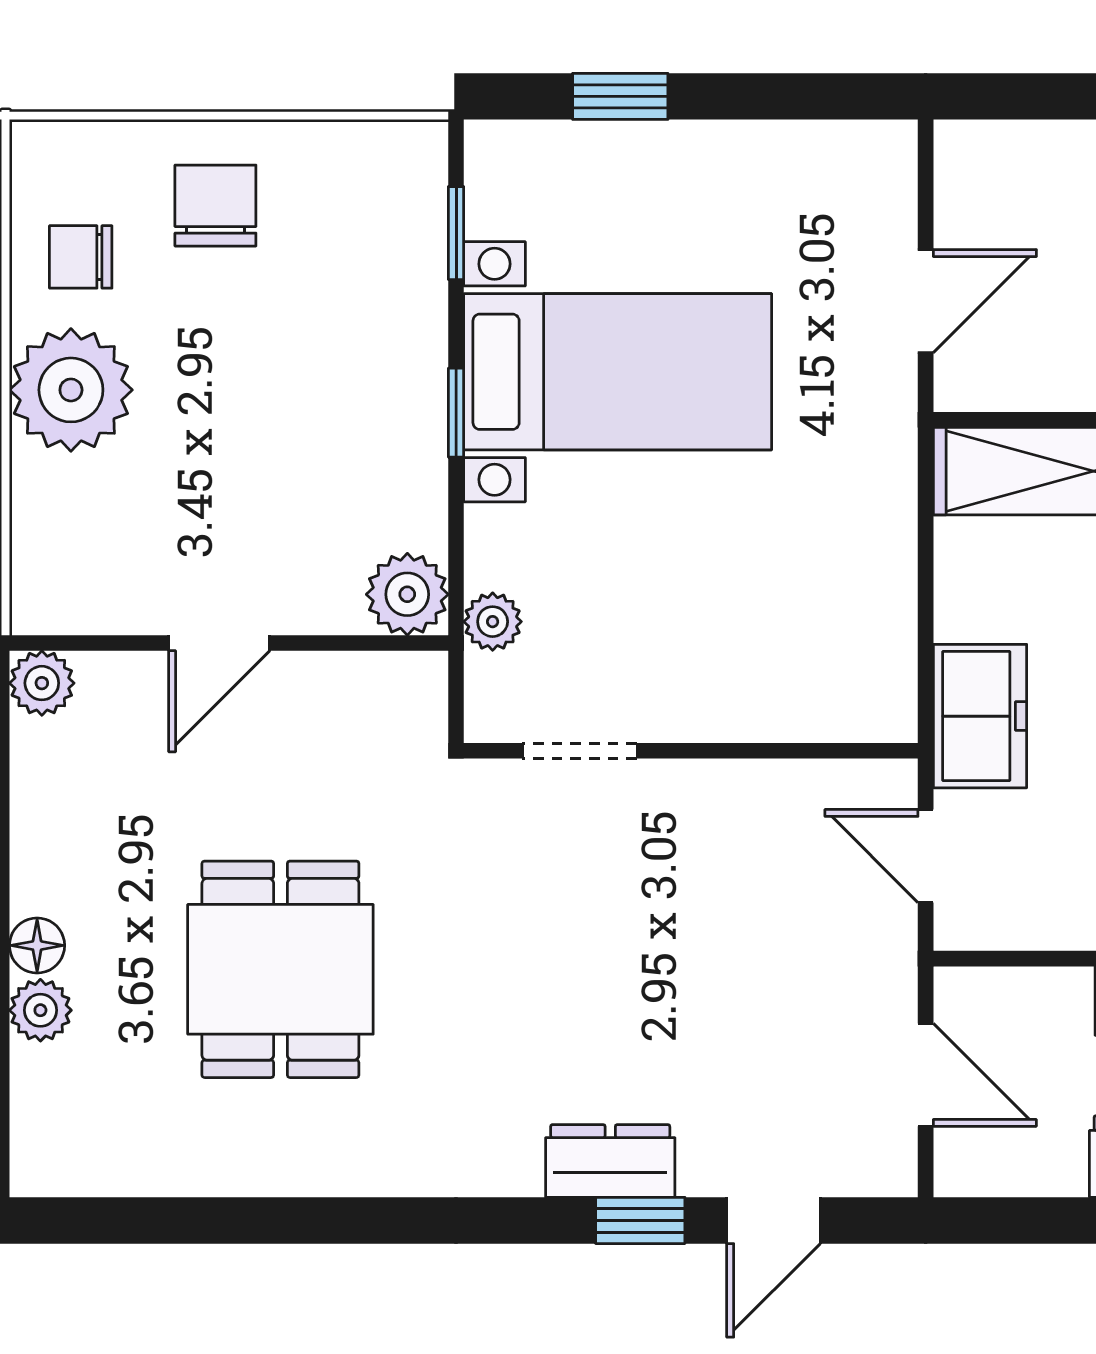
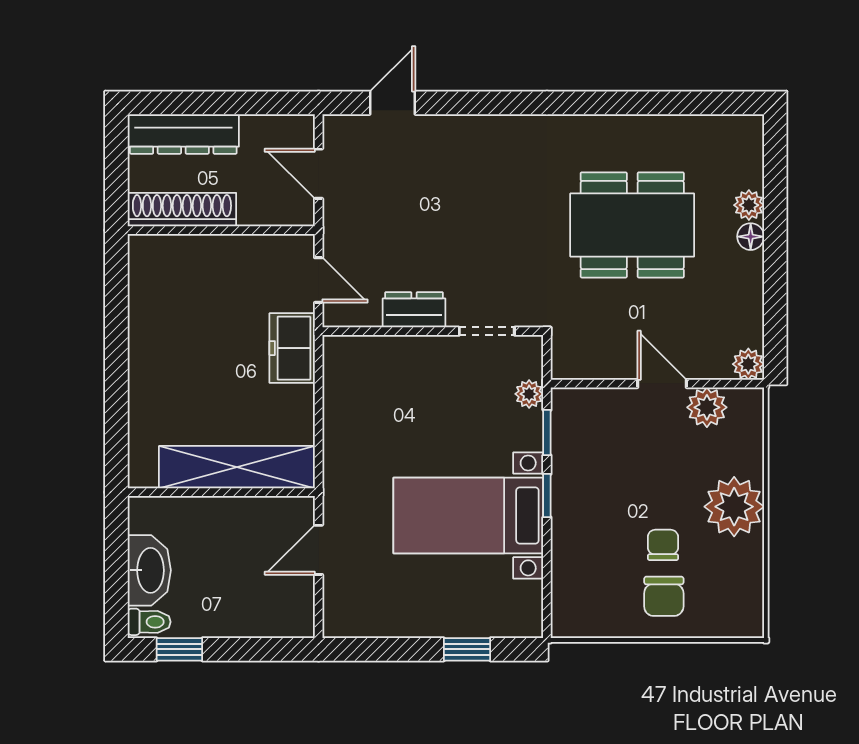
window: (456, 233) -> (547, 433), moved
chair: (81, 257) -> (663, 545), moved, turned -90
plant: (407, 594) -> (707, 407), moved
door: (219, 643) -> (662, 384), hinge flipped
dining table: (280, 969) -> (632, 225), width x1.38
dresser: (610, 1161) -> (414, 310), moved, turned 180
window: (640, 1220) -> (457, 103), removed

